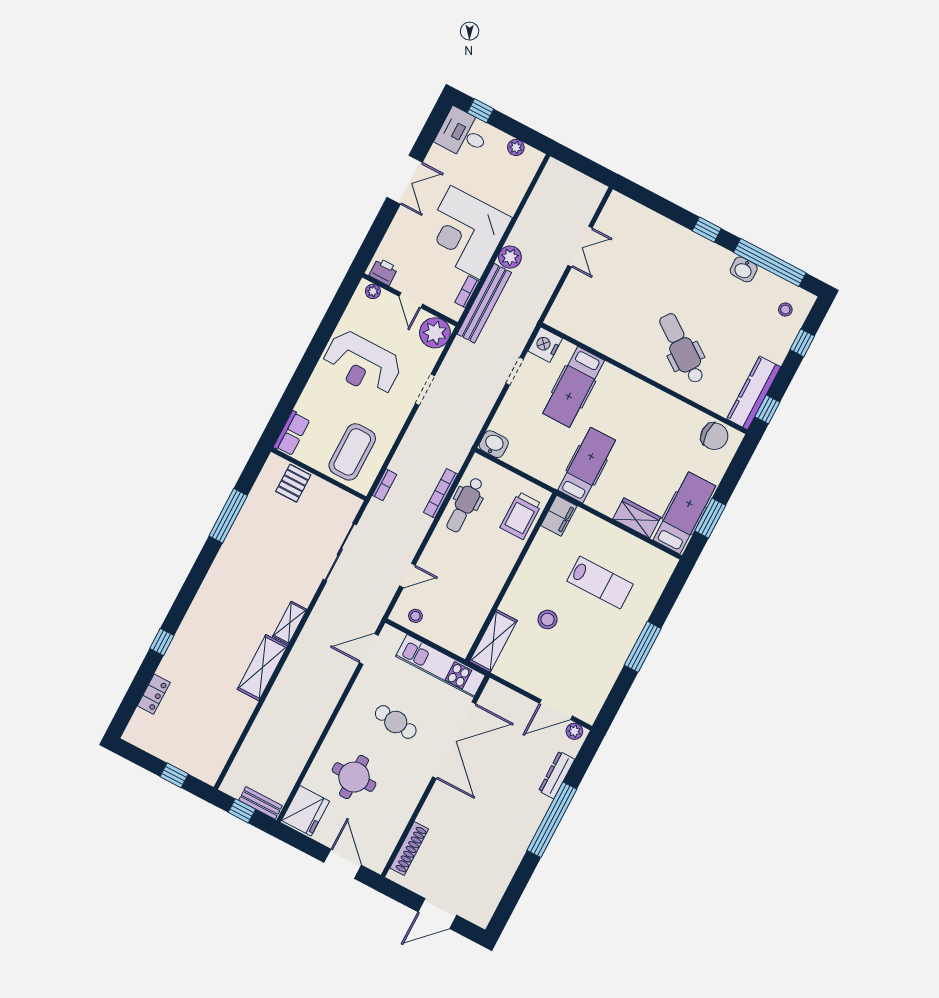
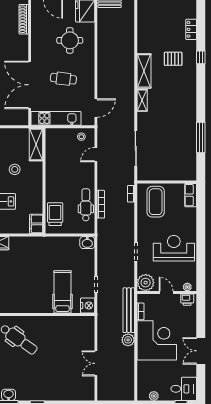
hospital bed: (587, 465) -> (36, 256), removed
pallet: (293, 483) -> (173, 59), moved, turned 90

